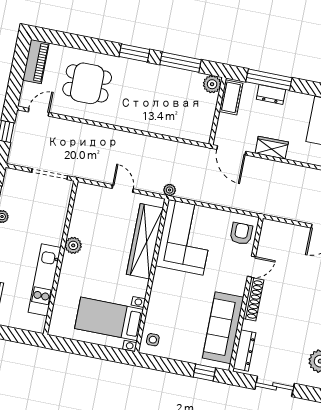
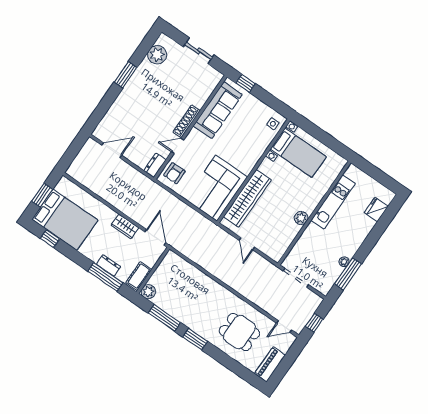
plant: (170, 190) -> (213, 228), removed
dresser: (244, 350) -> (155, 165), moved, width x0.70

